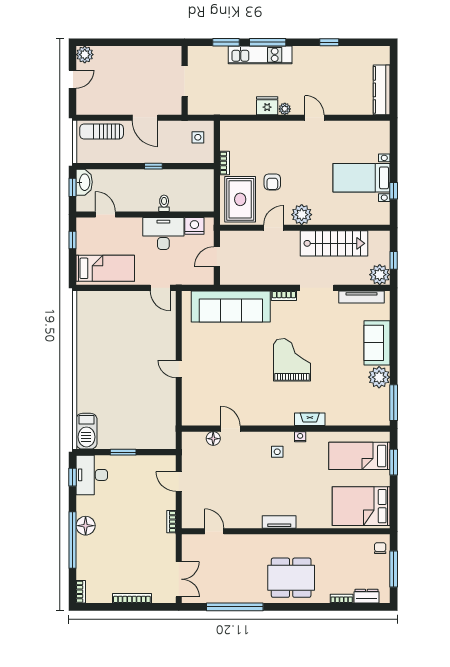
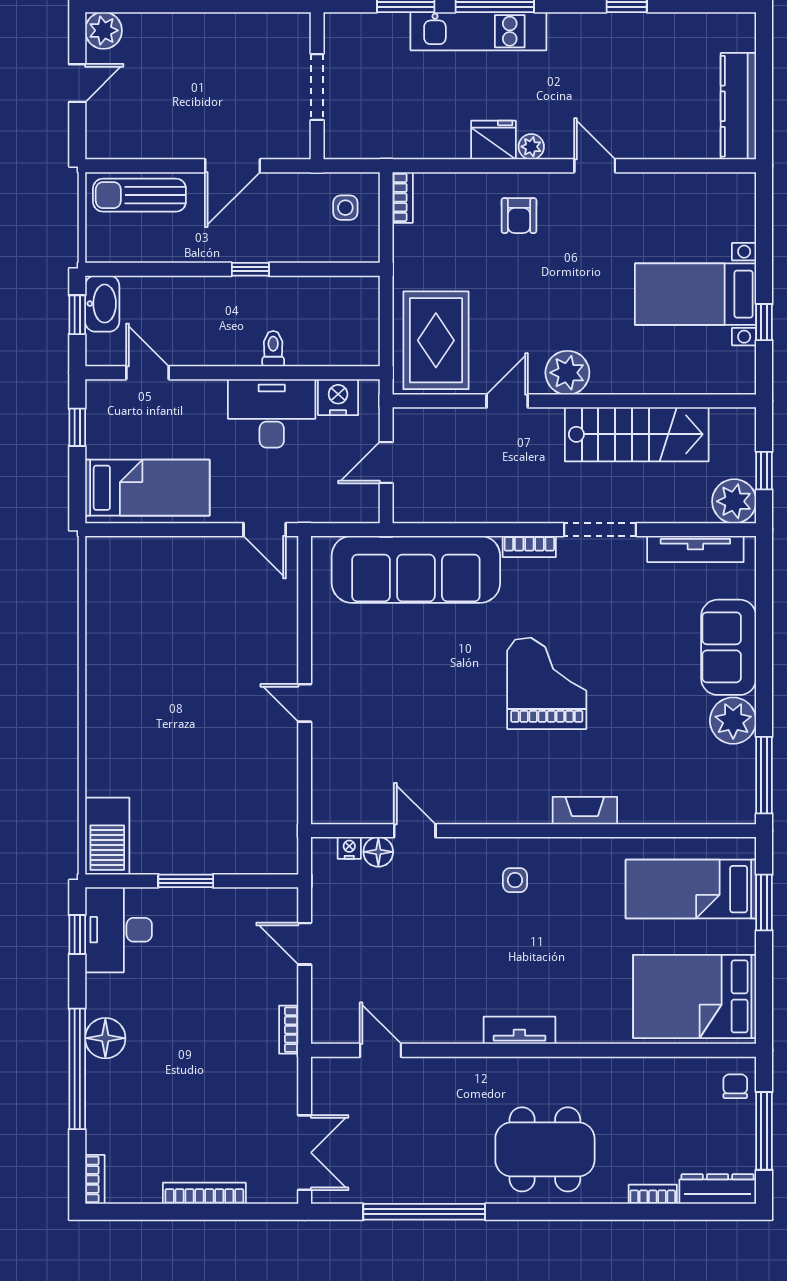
door: (145, 118) -> (233, 166), hinge flipped
bookcase: (225, 163) -> (403, 197), moved
armchair: (272, 182) -> (519, 216), moved
nightstand: (300, 437) -> (349, 848), moved
dresser: (366, 596) -> (718, 1189), width x1.44

